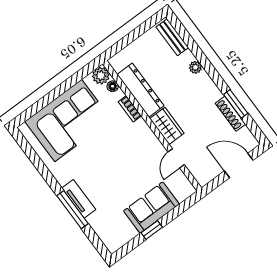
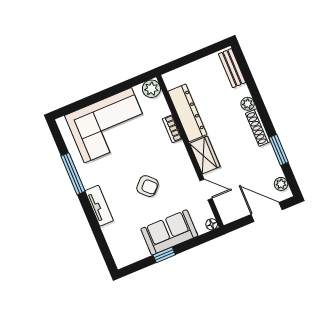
floor lamp: (113, 86) -> (212, 224), moved
shoe rack: (230, 114) -> (258, 128), moved
plant: (246, 135) -> (281, 184), added
door: (176, 158) -> (206, 190), swing flipped
armchair: (120, 169) -> (148, 186), added
window: (72, 210) -> (73, 174), moved

